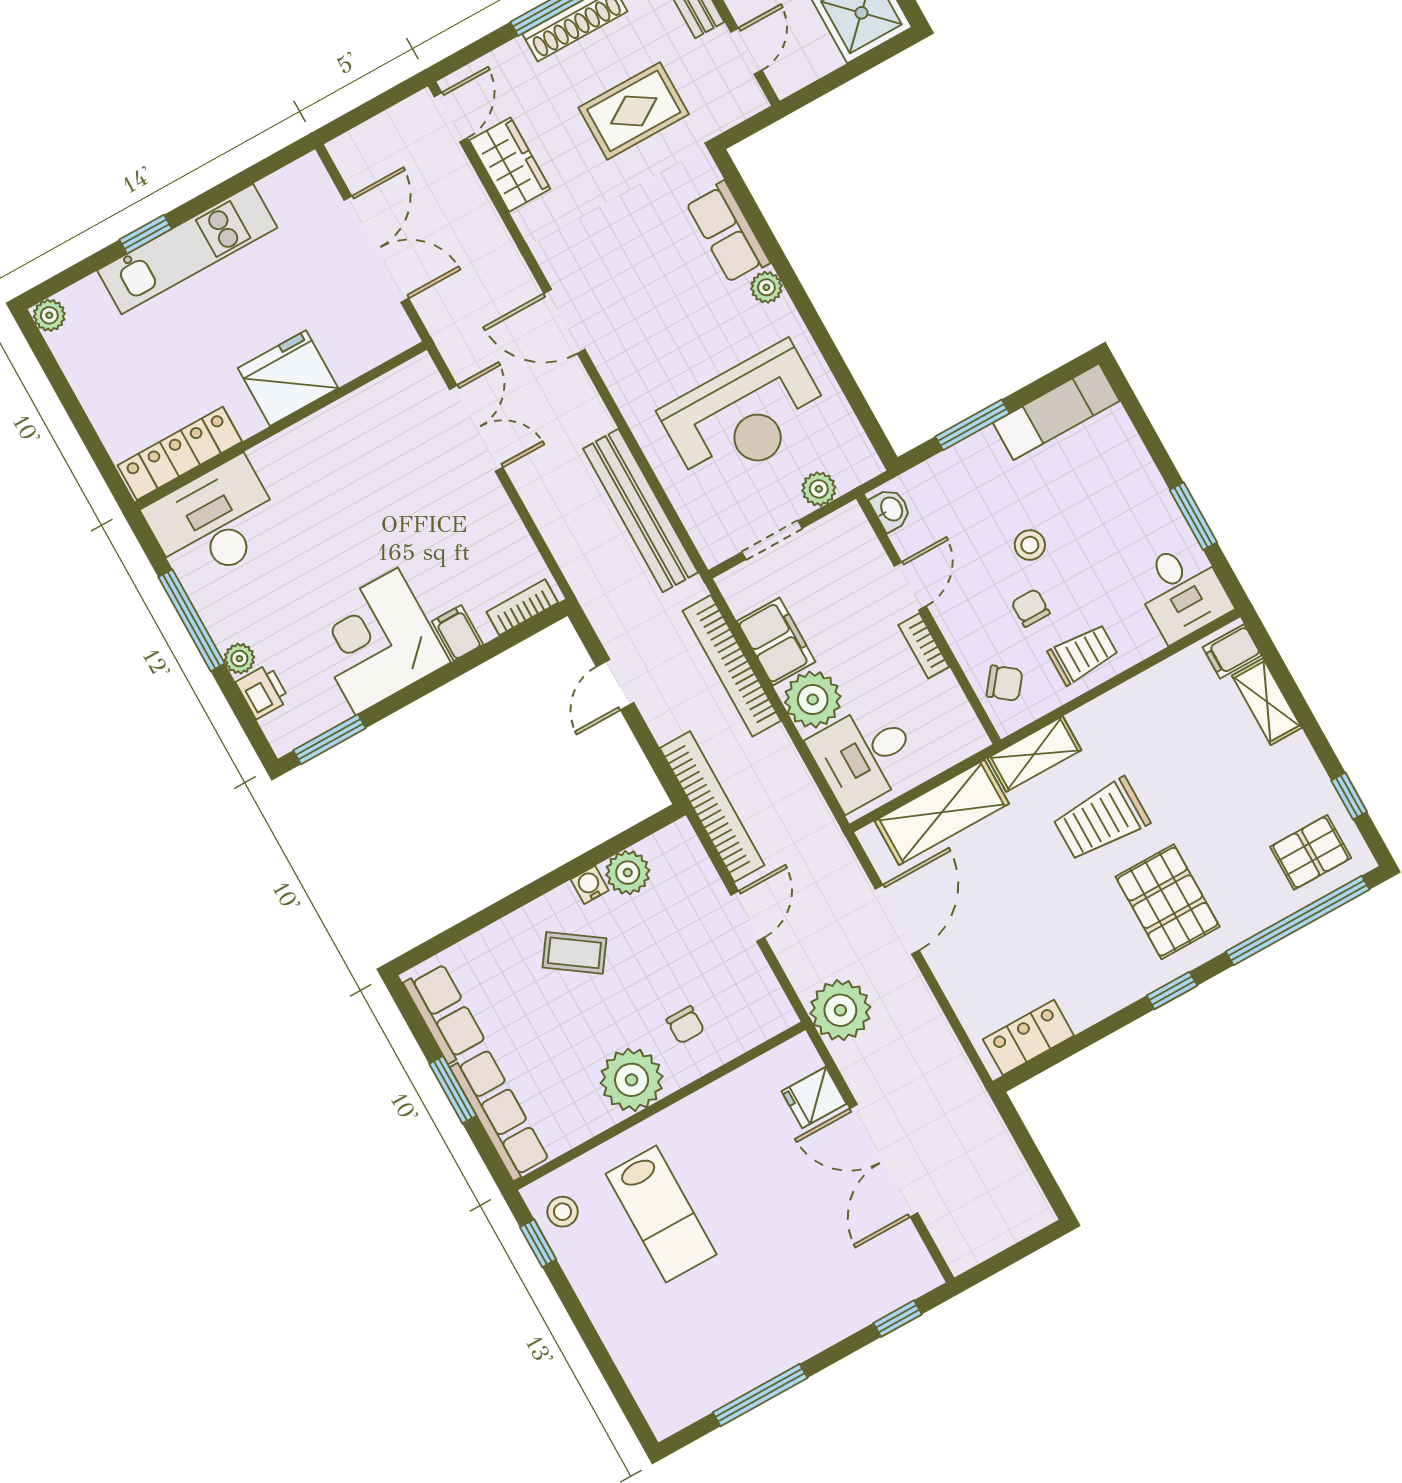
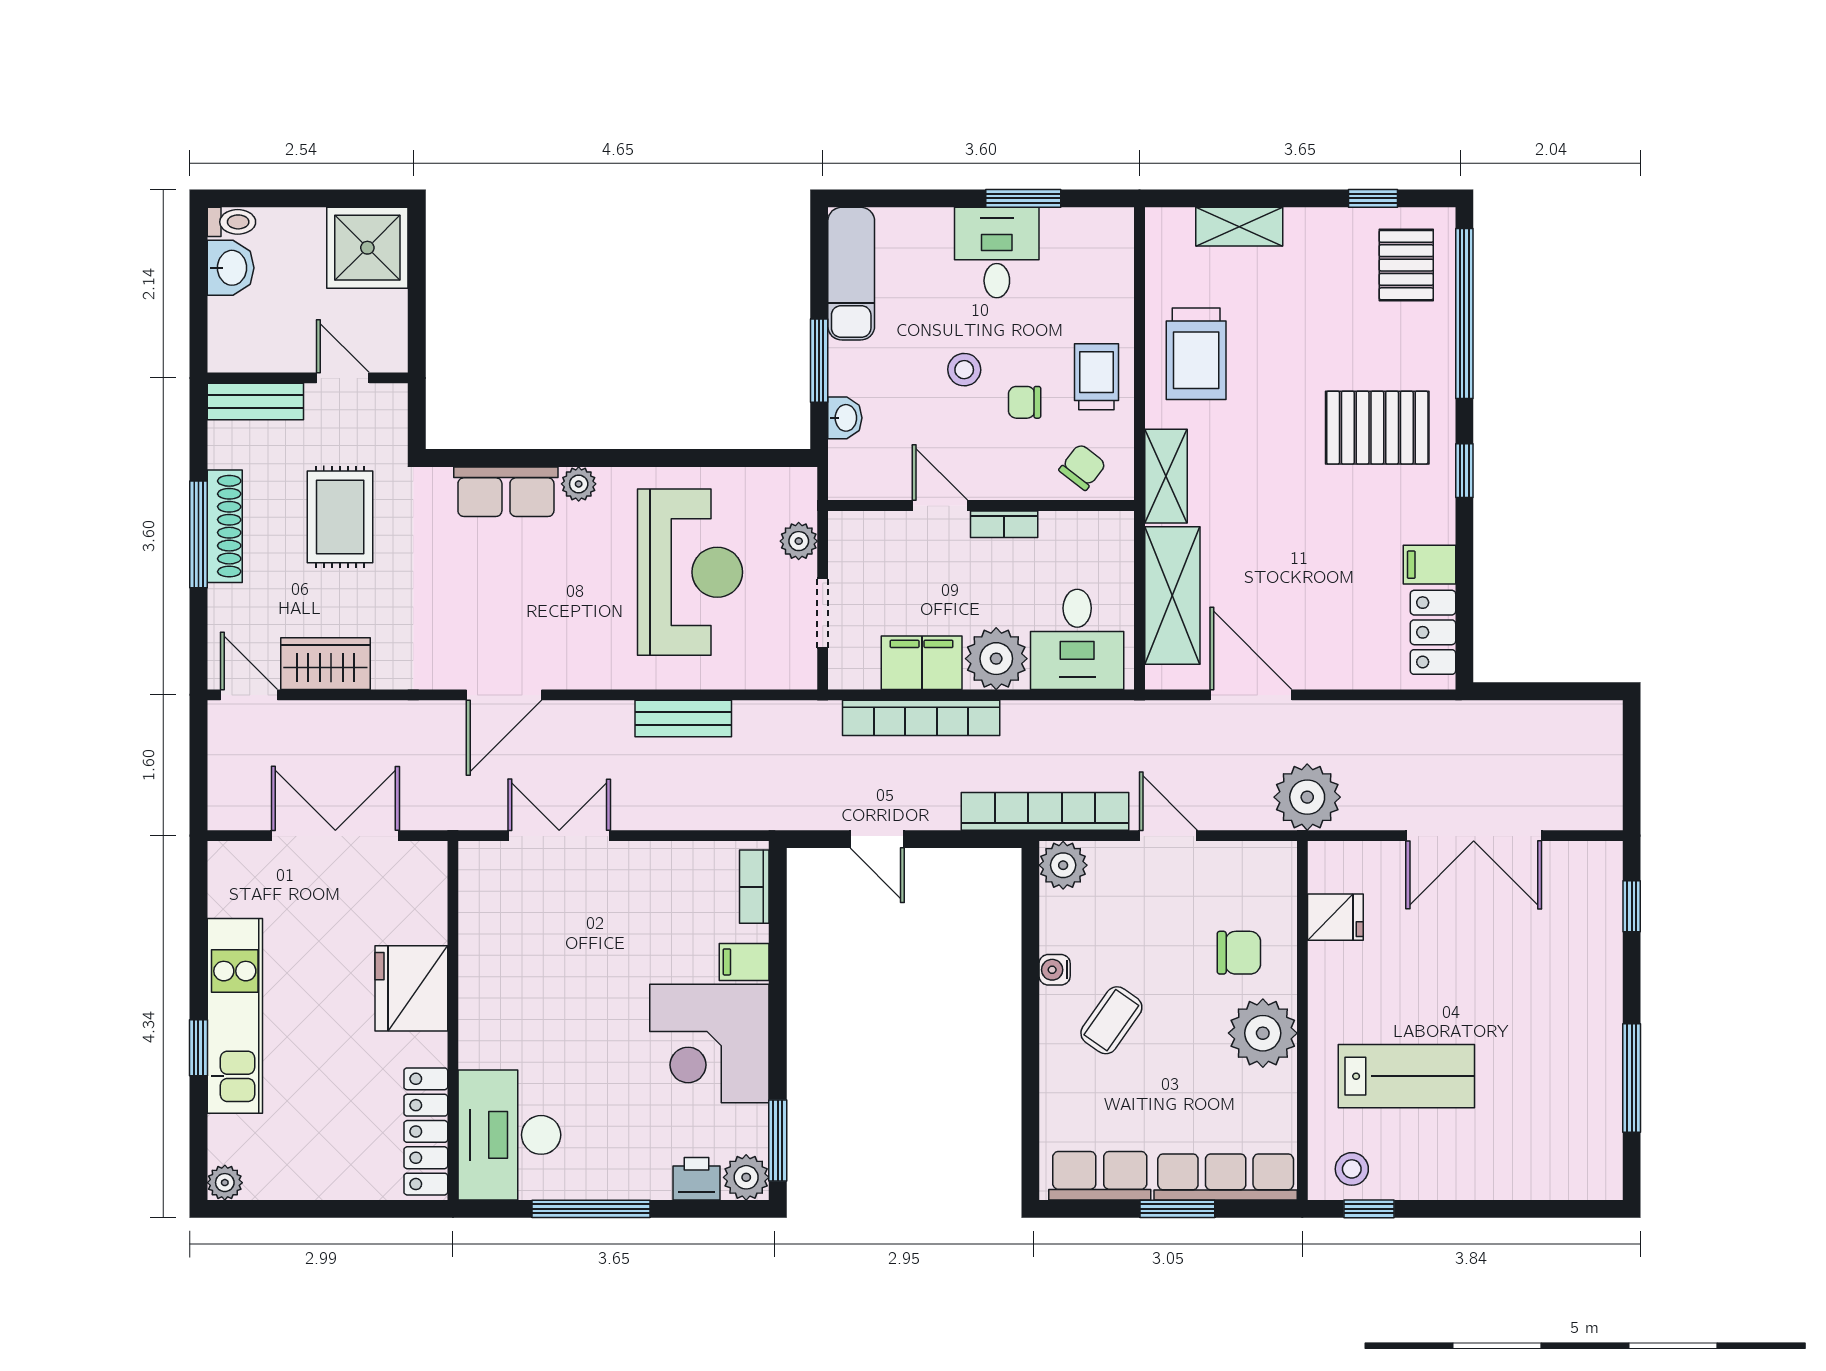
washbasin: (891, 509) -> (845, 418), moved, turned 90
bench: (641, 510) -> (683, 718), width x0.54, depth x0.82
desk: (1182, 591) -> (997, 252), moved, turned -90
filing cabinet: (1232, 651) -> (1429, 565), moved, turned 90
plant: (239, 659) -> (746, 1177), moved, width x1.38, depth x1.38
trolley: (1101, 820) -> (1196, 354), moved
plant: (628, 873) -> (1063, 865), moved
chair: (685, 1025) -> (1239, 953), width x1.37, depth x1.37
fridge: (814, 1097) -> (1335, 917), moved, turned -90

